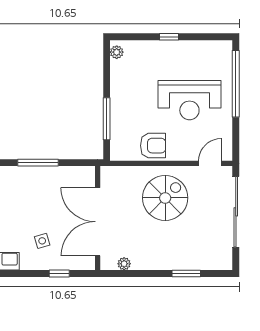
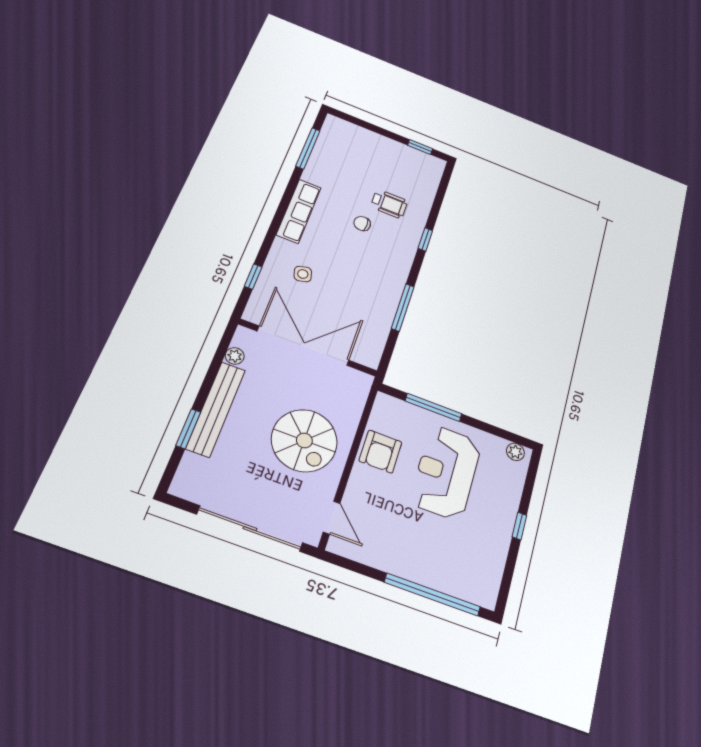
reception desk: (189, 100) -> (446, 472), moved
bench: (166, 262) -> (216, 409), added

